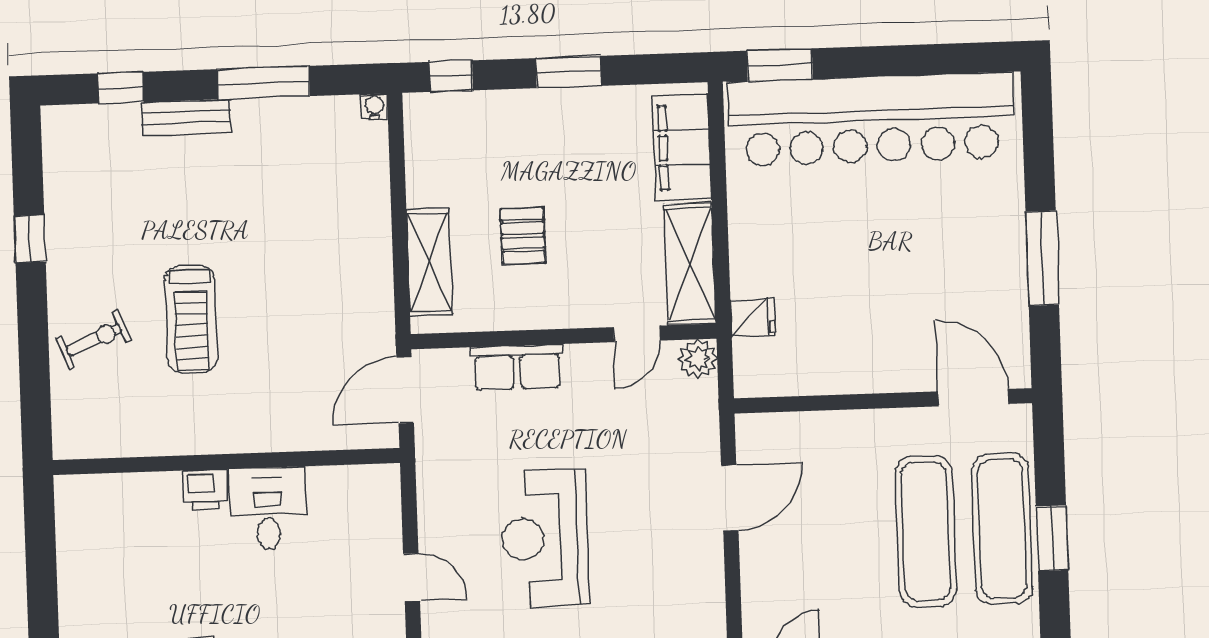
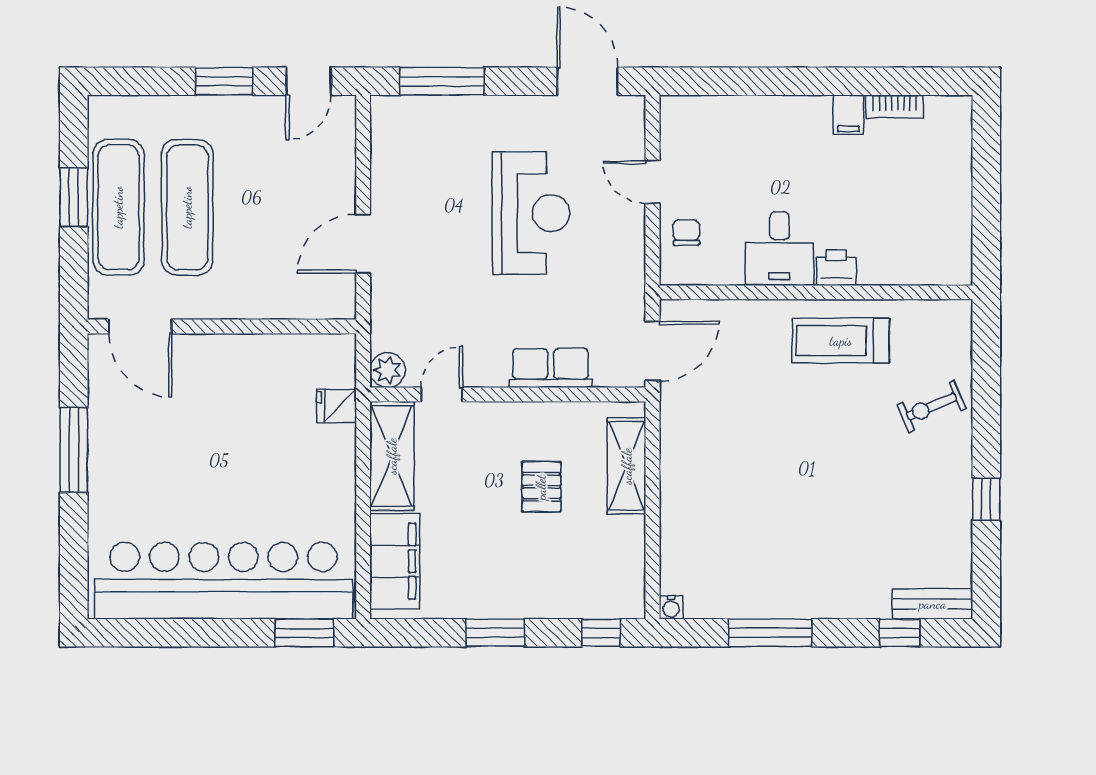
bench: (186, 117) -> (933, 604), moved
treadmill: (191, 319) -> (841, 341), moved, turned -90
chair: (372, 523) -> (686, 232), added

